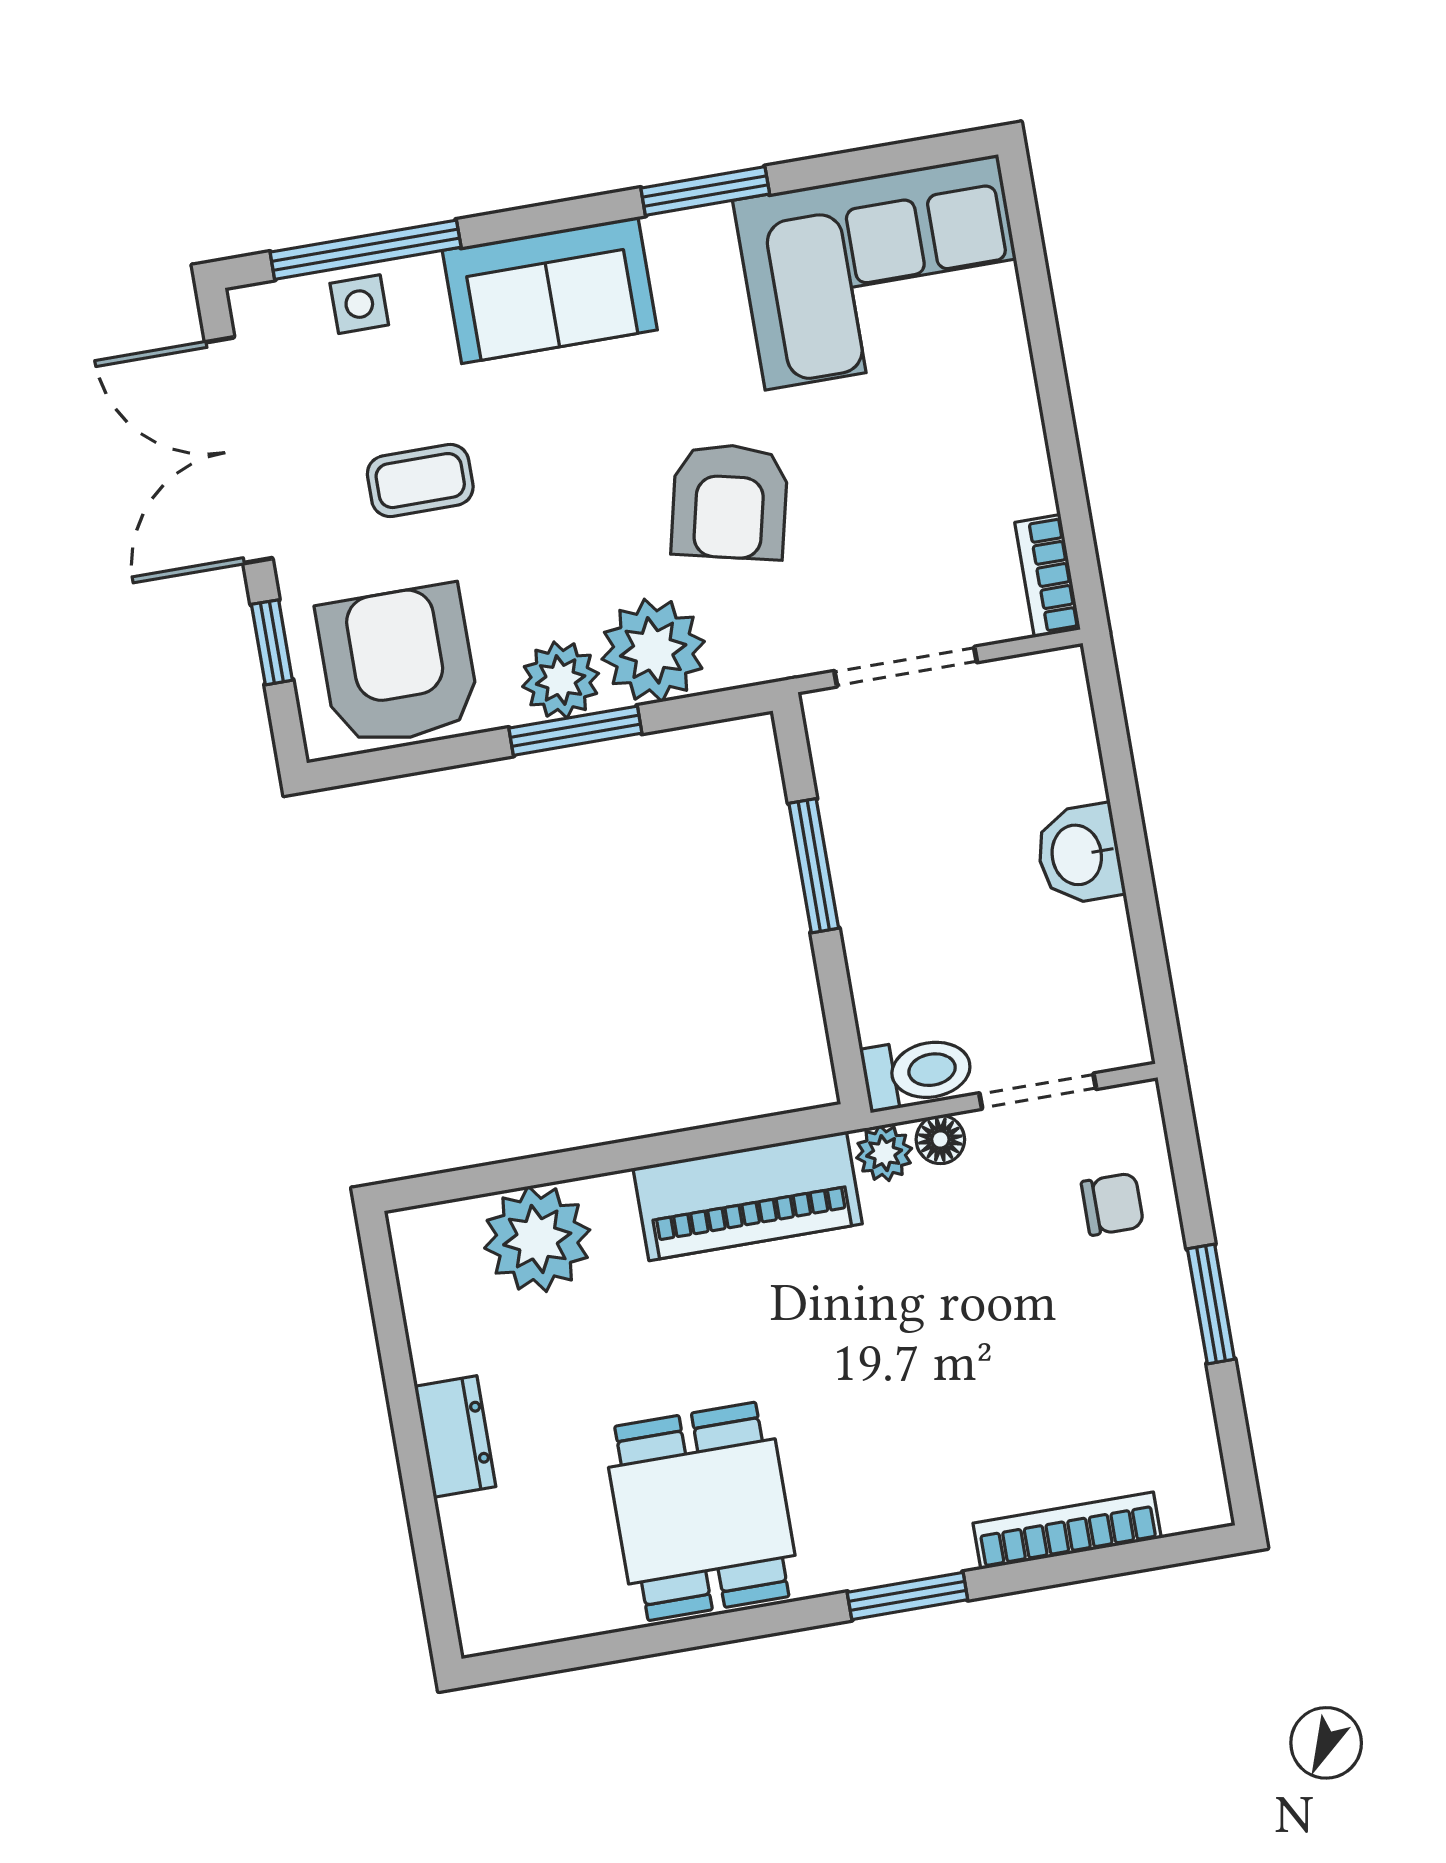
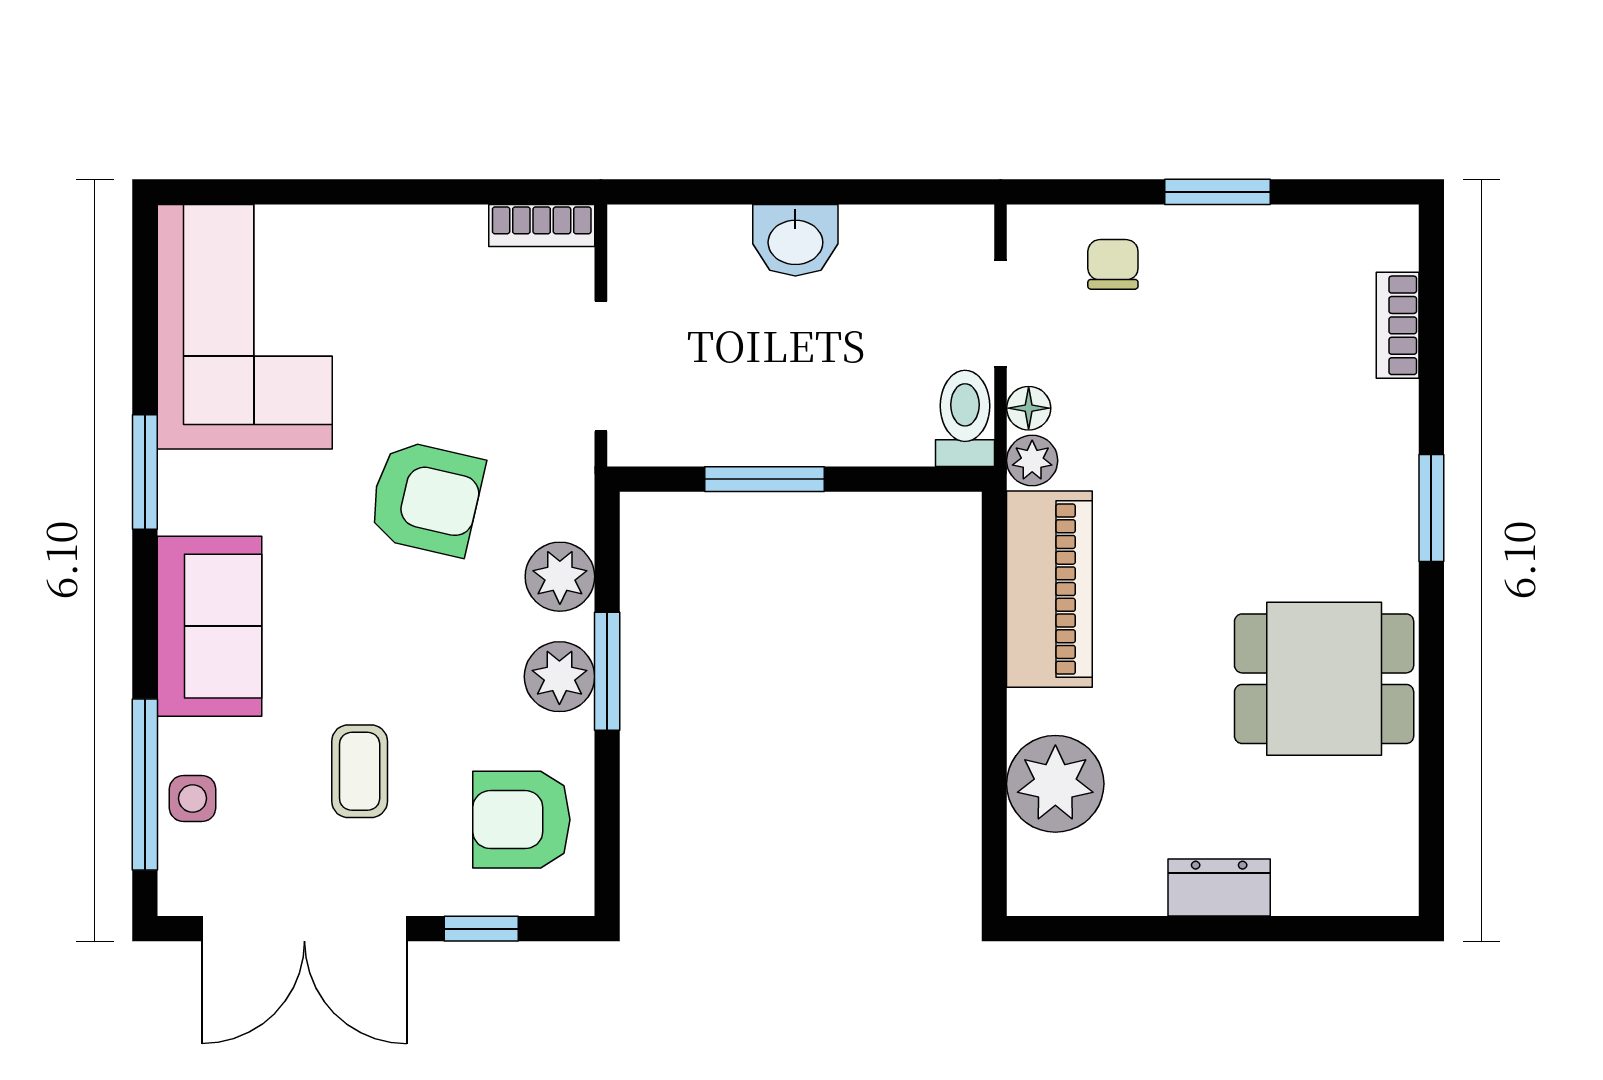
plant: (653, 650) -> (560, 577), width x0.73, depth x0.73
armchair: (398, 665) -> (521, 820), width x0.73, depth x0.73
bookcase: (1067, 1531) -> (1398, 325), width x0.64

